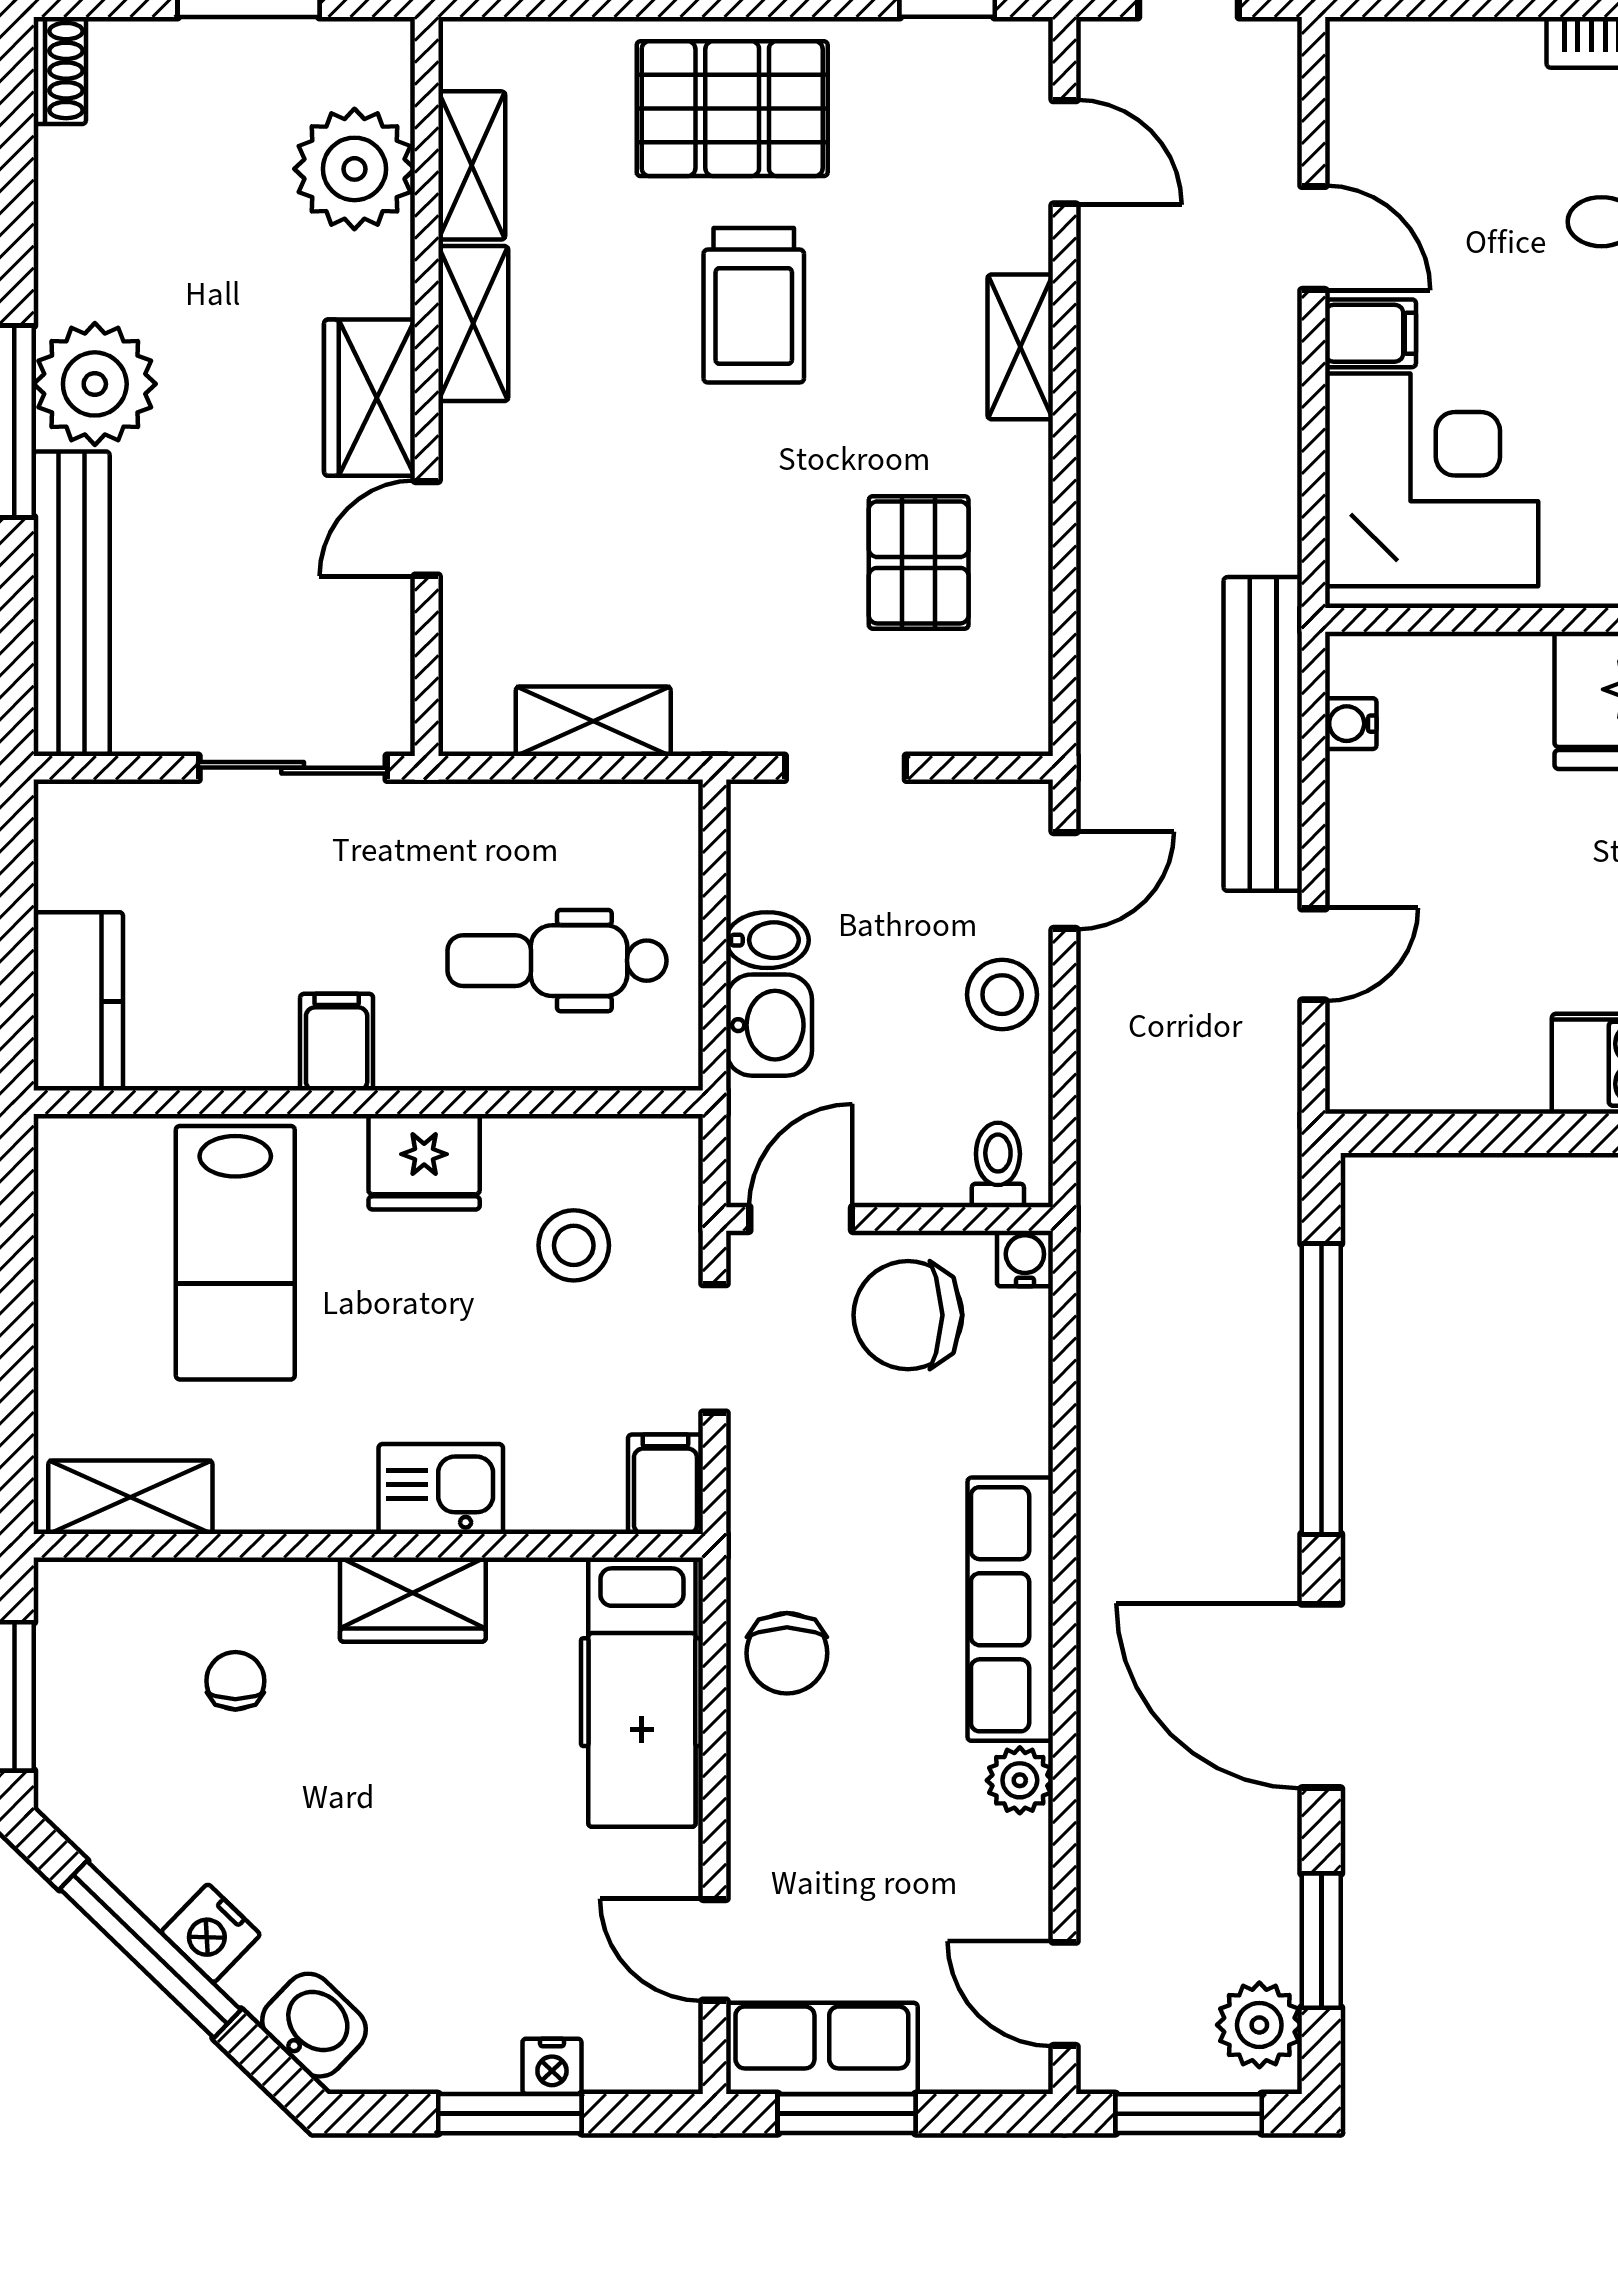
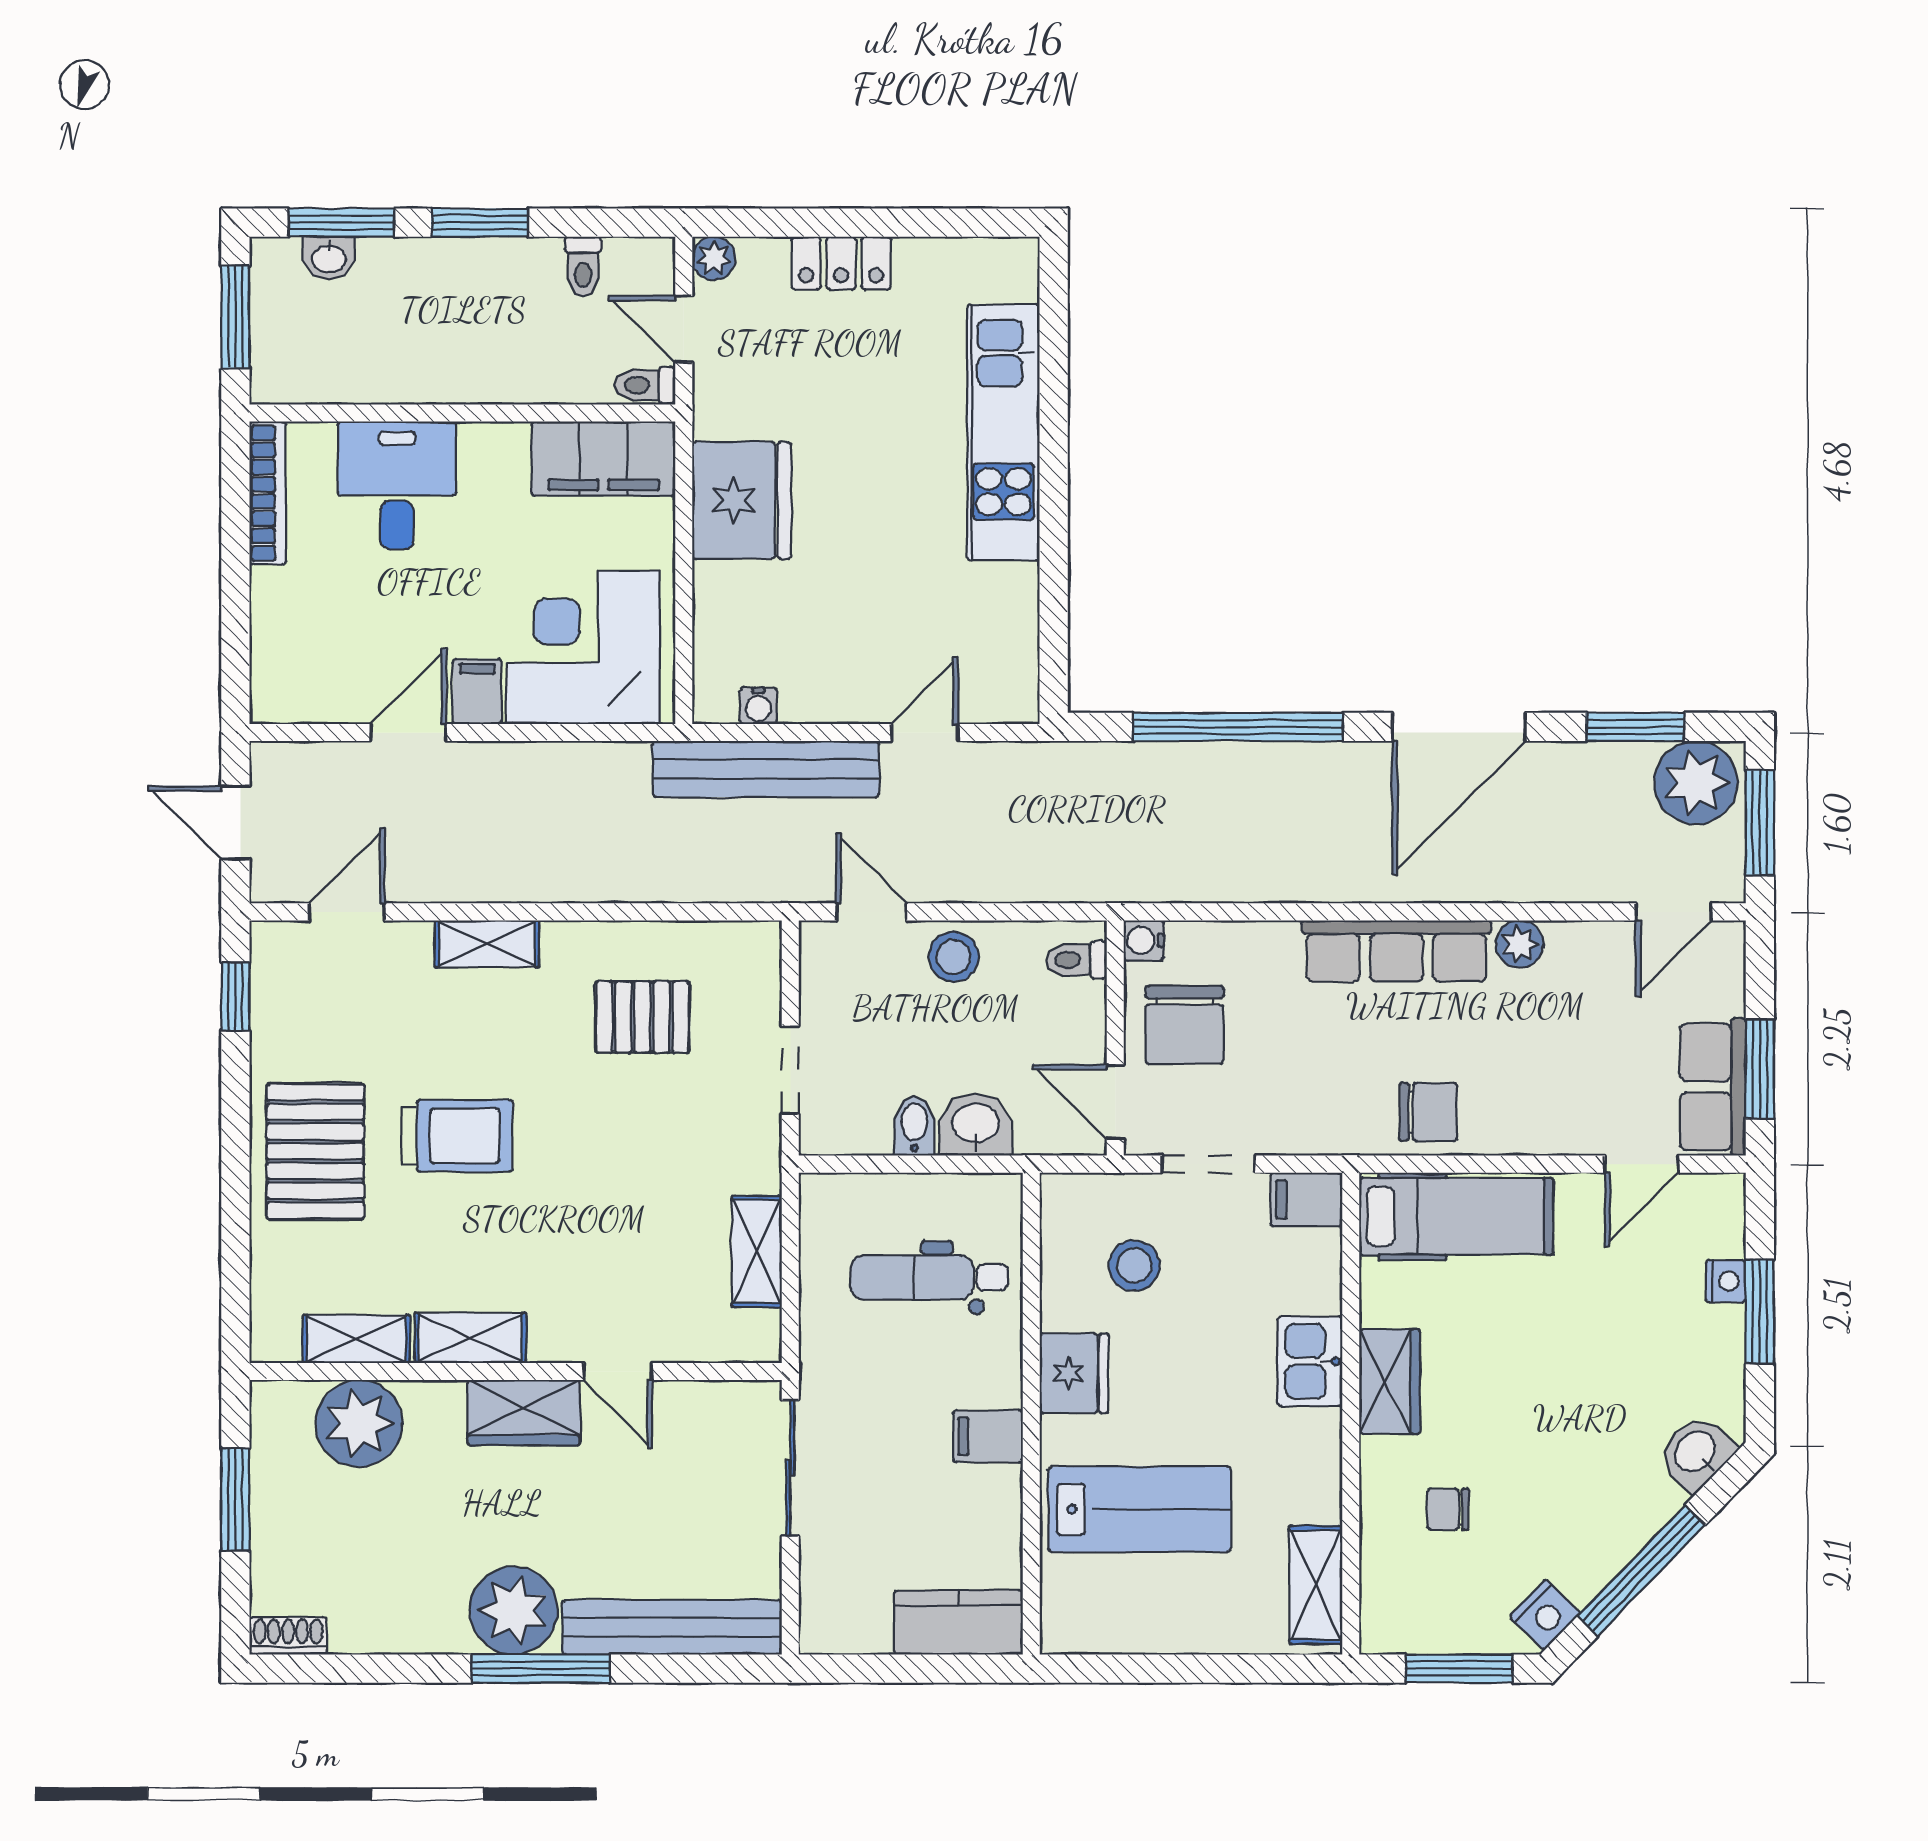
door: (1314, 954) -> (925, 733), hinge flipped
dental chair: (557, 961) -> (929, 1278), turned 90
nightstand: (211, 1933) -> (1545, 1615), moved
plant: (1259, 2025) -> (1696, 783), width x1.36, depth x1.36

